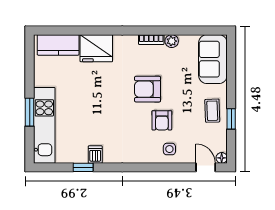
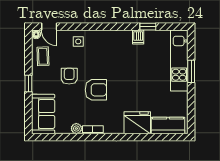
coffee table: (212, 111) -> (43, 56), moved
window: (231, 119) -> (28, 83), moved
armchair: (162, 120) -> (69, 76), moved

